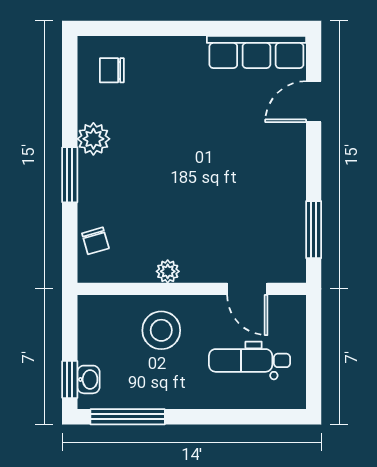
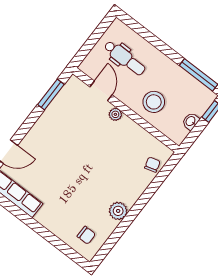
window: (70, 175) -> (141, 203), removed
plant: (168, 271) -> (115, 114), moved
washbasin: (88, 379) -> (191, 121), moved

